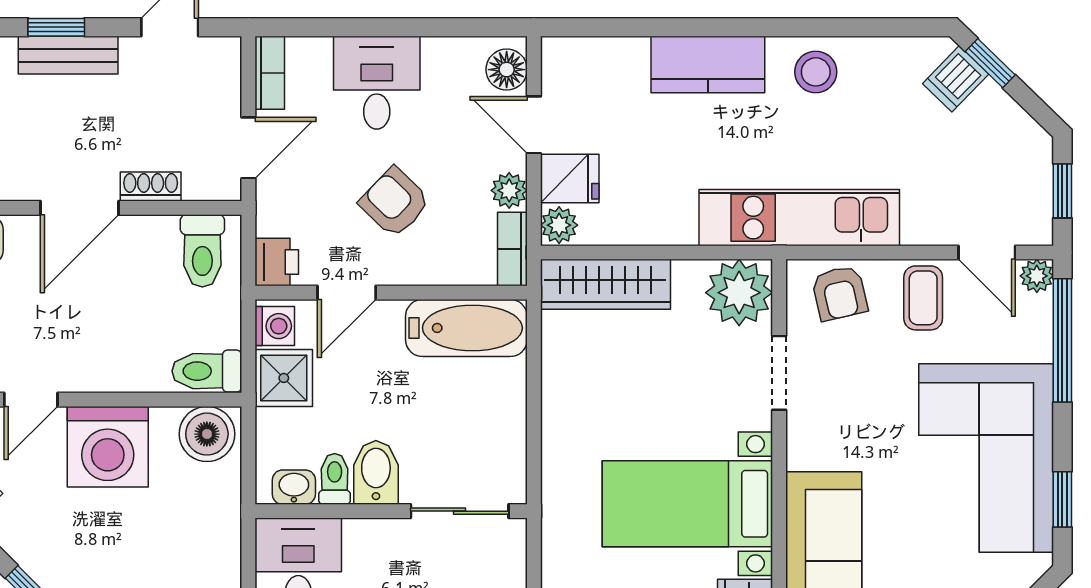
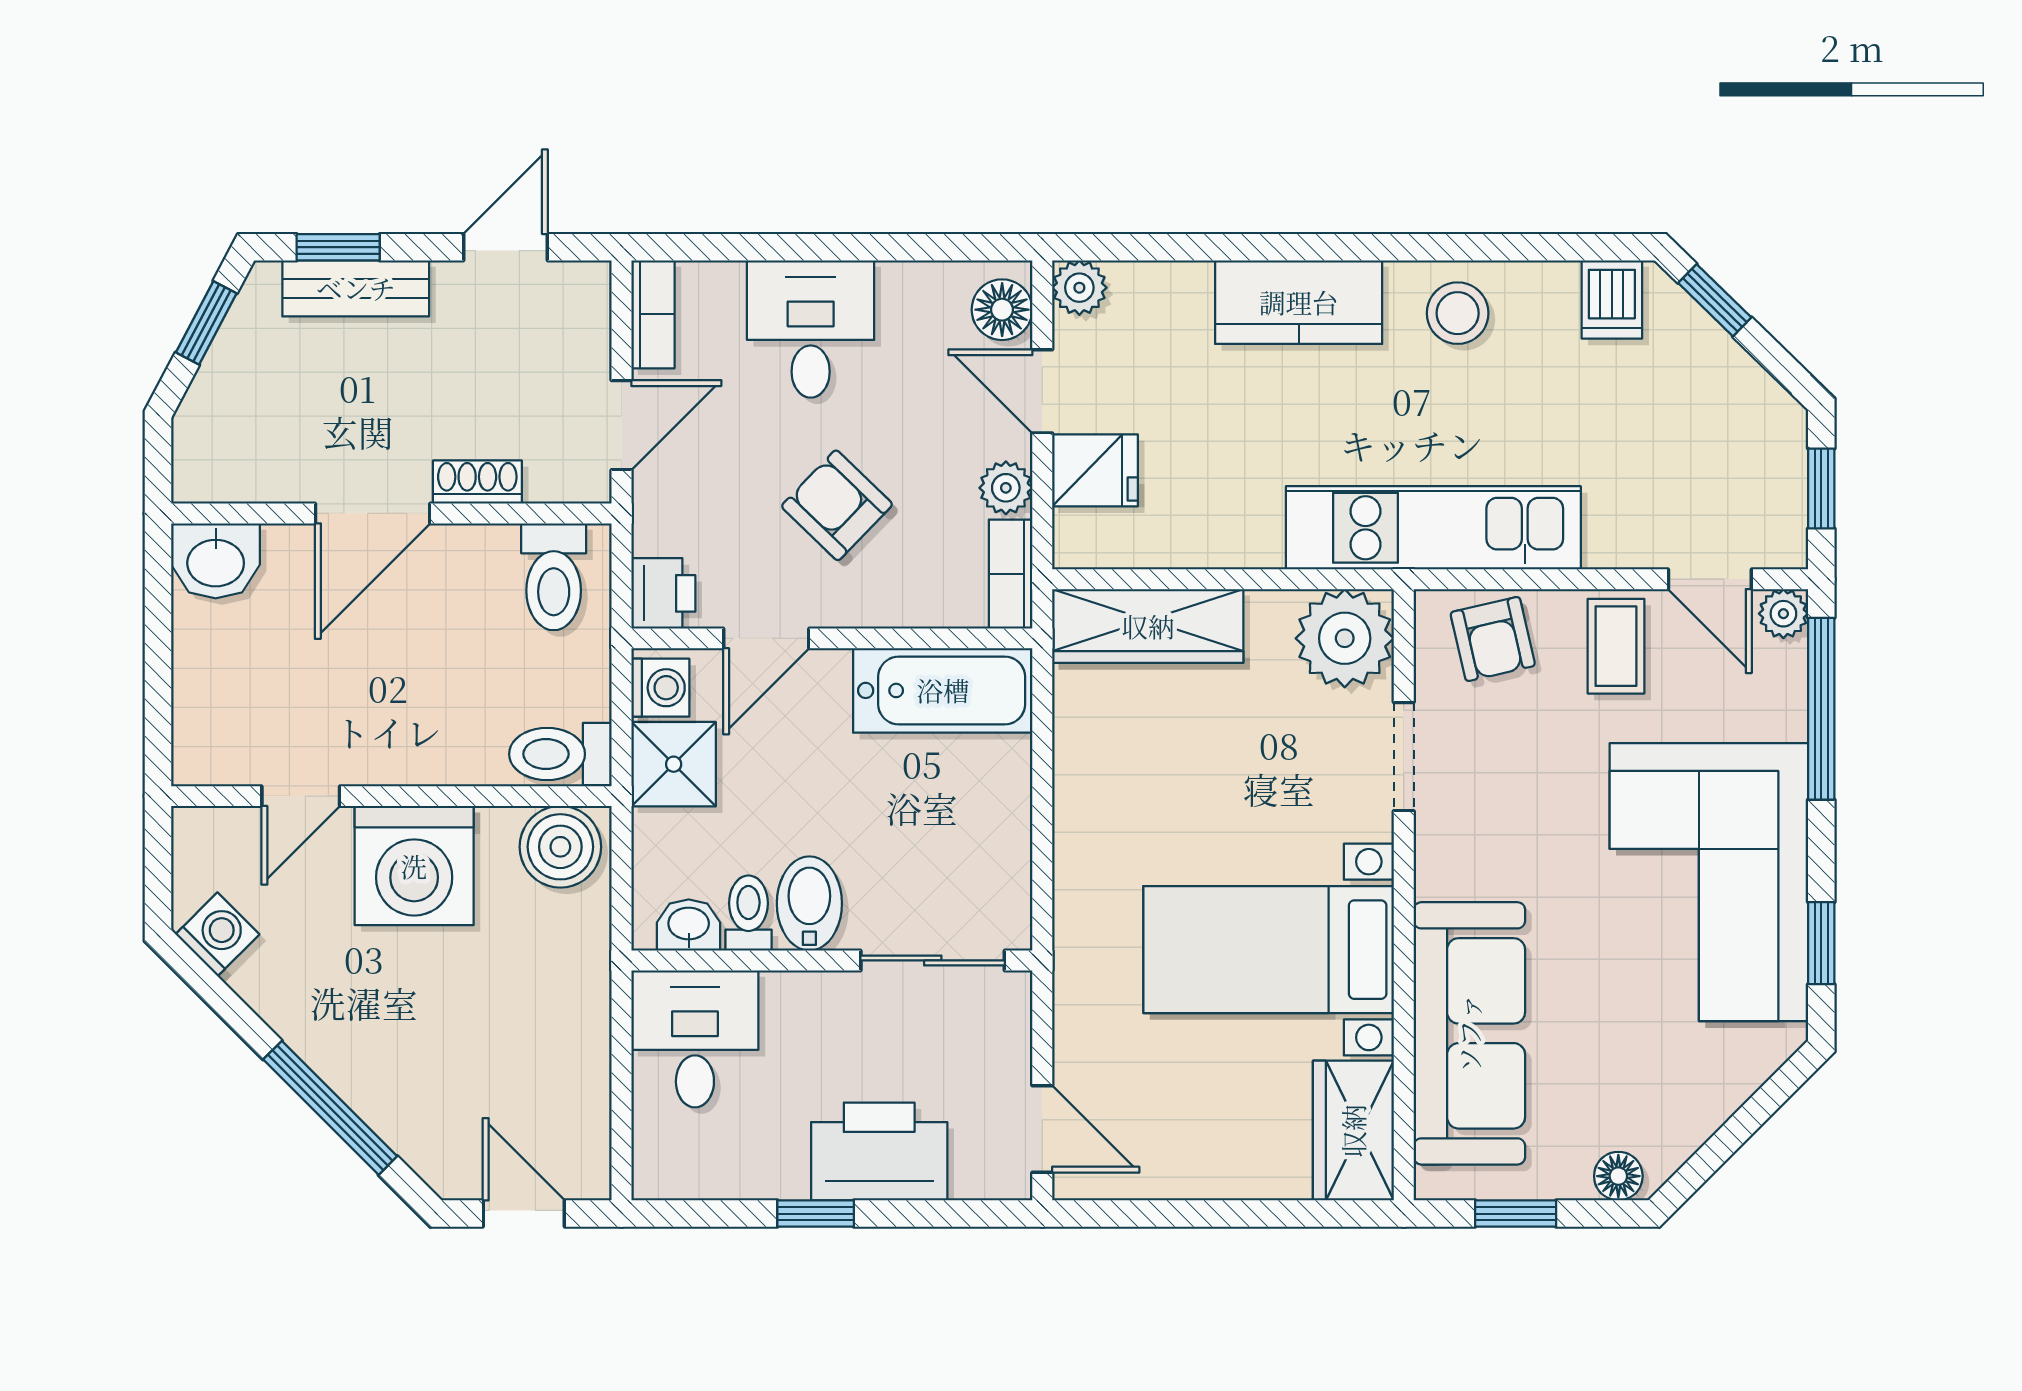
dishwasher: (956, 79) -> (1612, 299), moved, turned -44
plant: (559, 225) -> (1079, 288), moved

